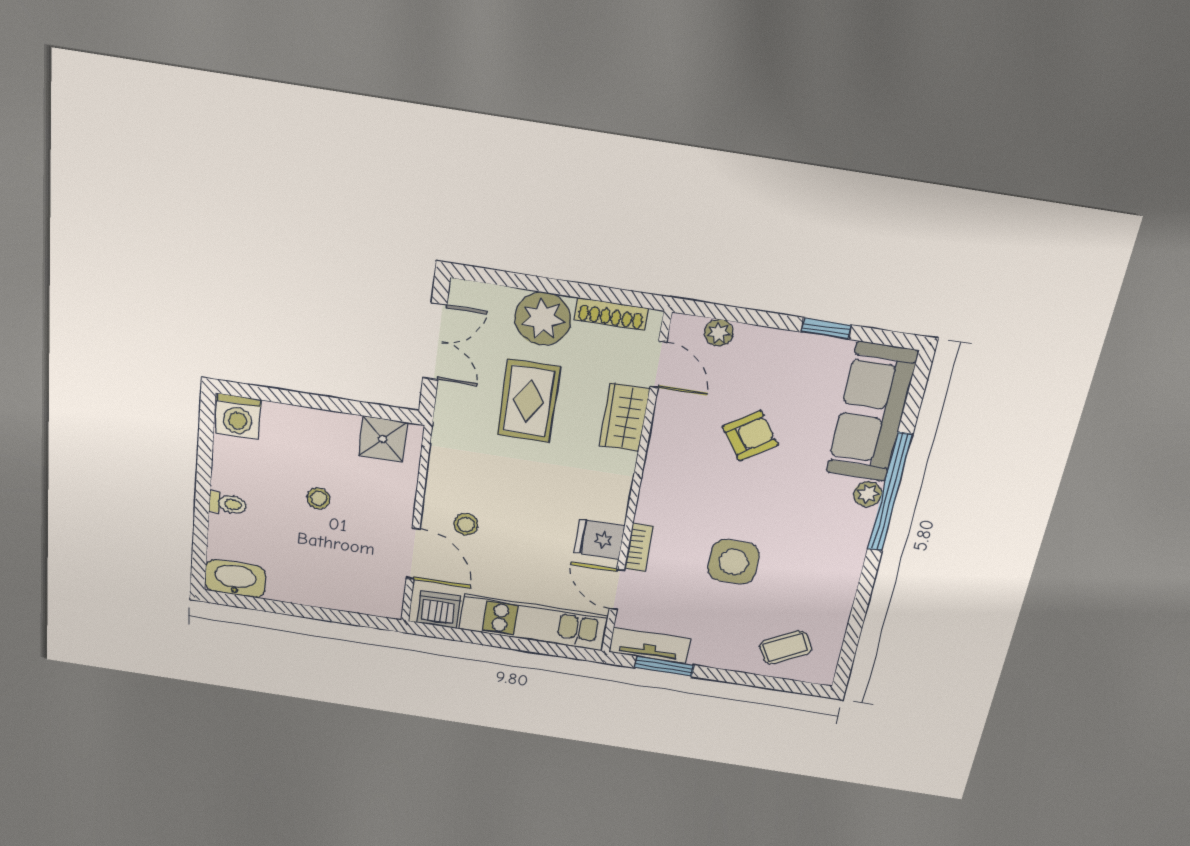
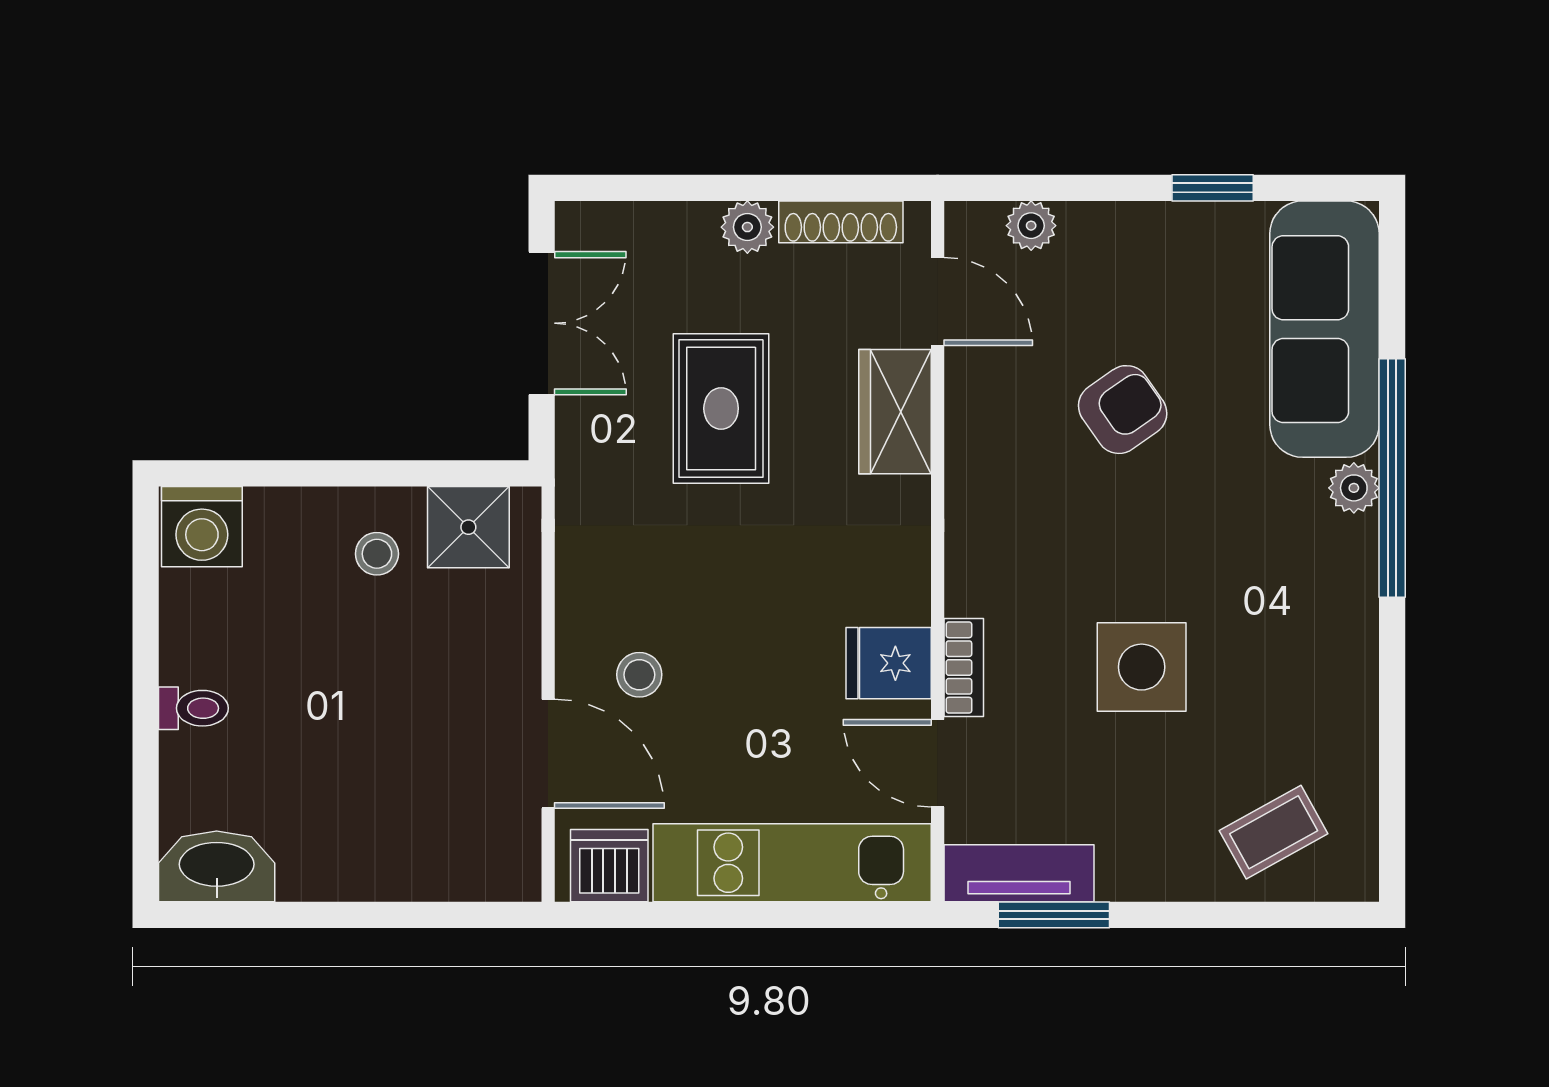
plant: (543, 319) -> (747, 227), width x0.53, depth x0.53
stool: (319, 498) -> (377, 554), moved

